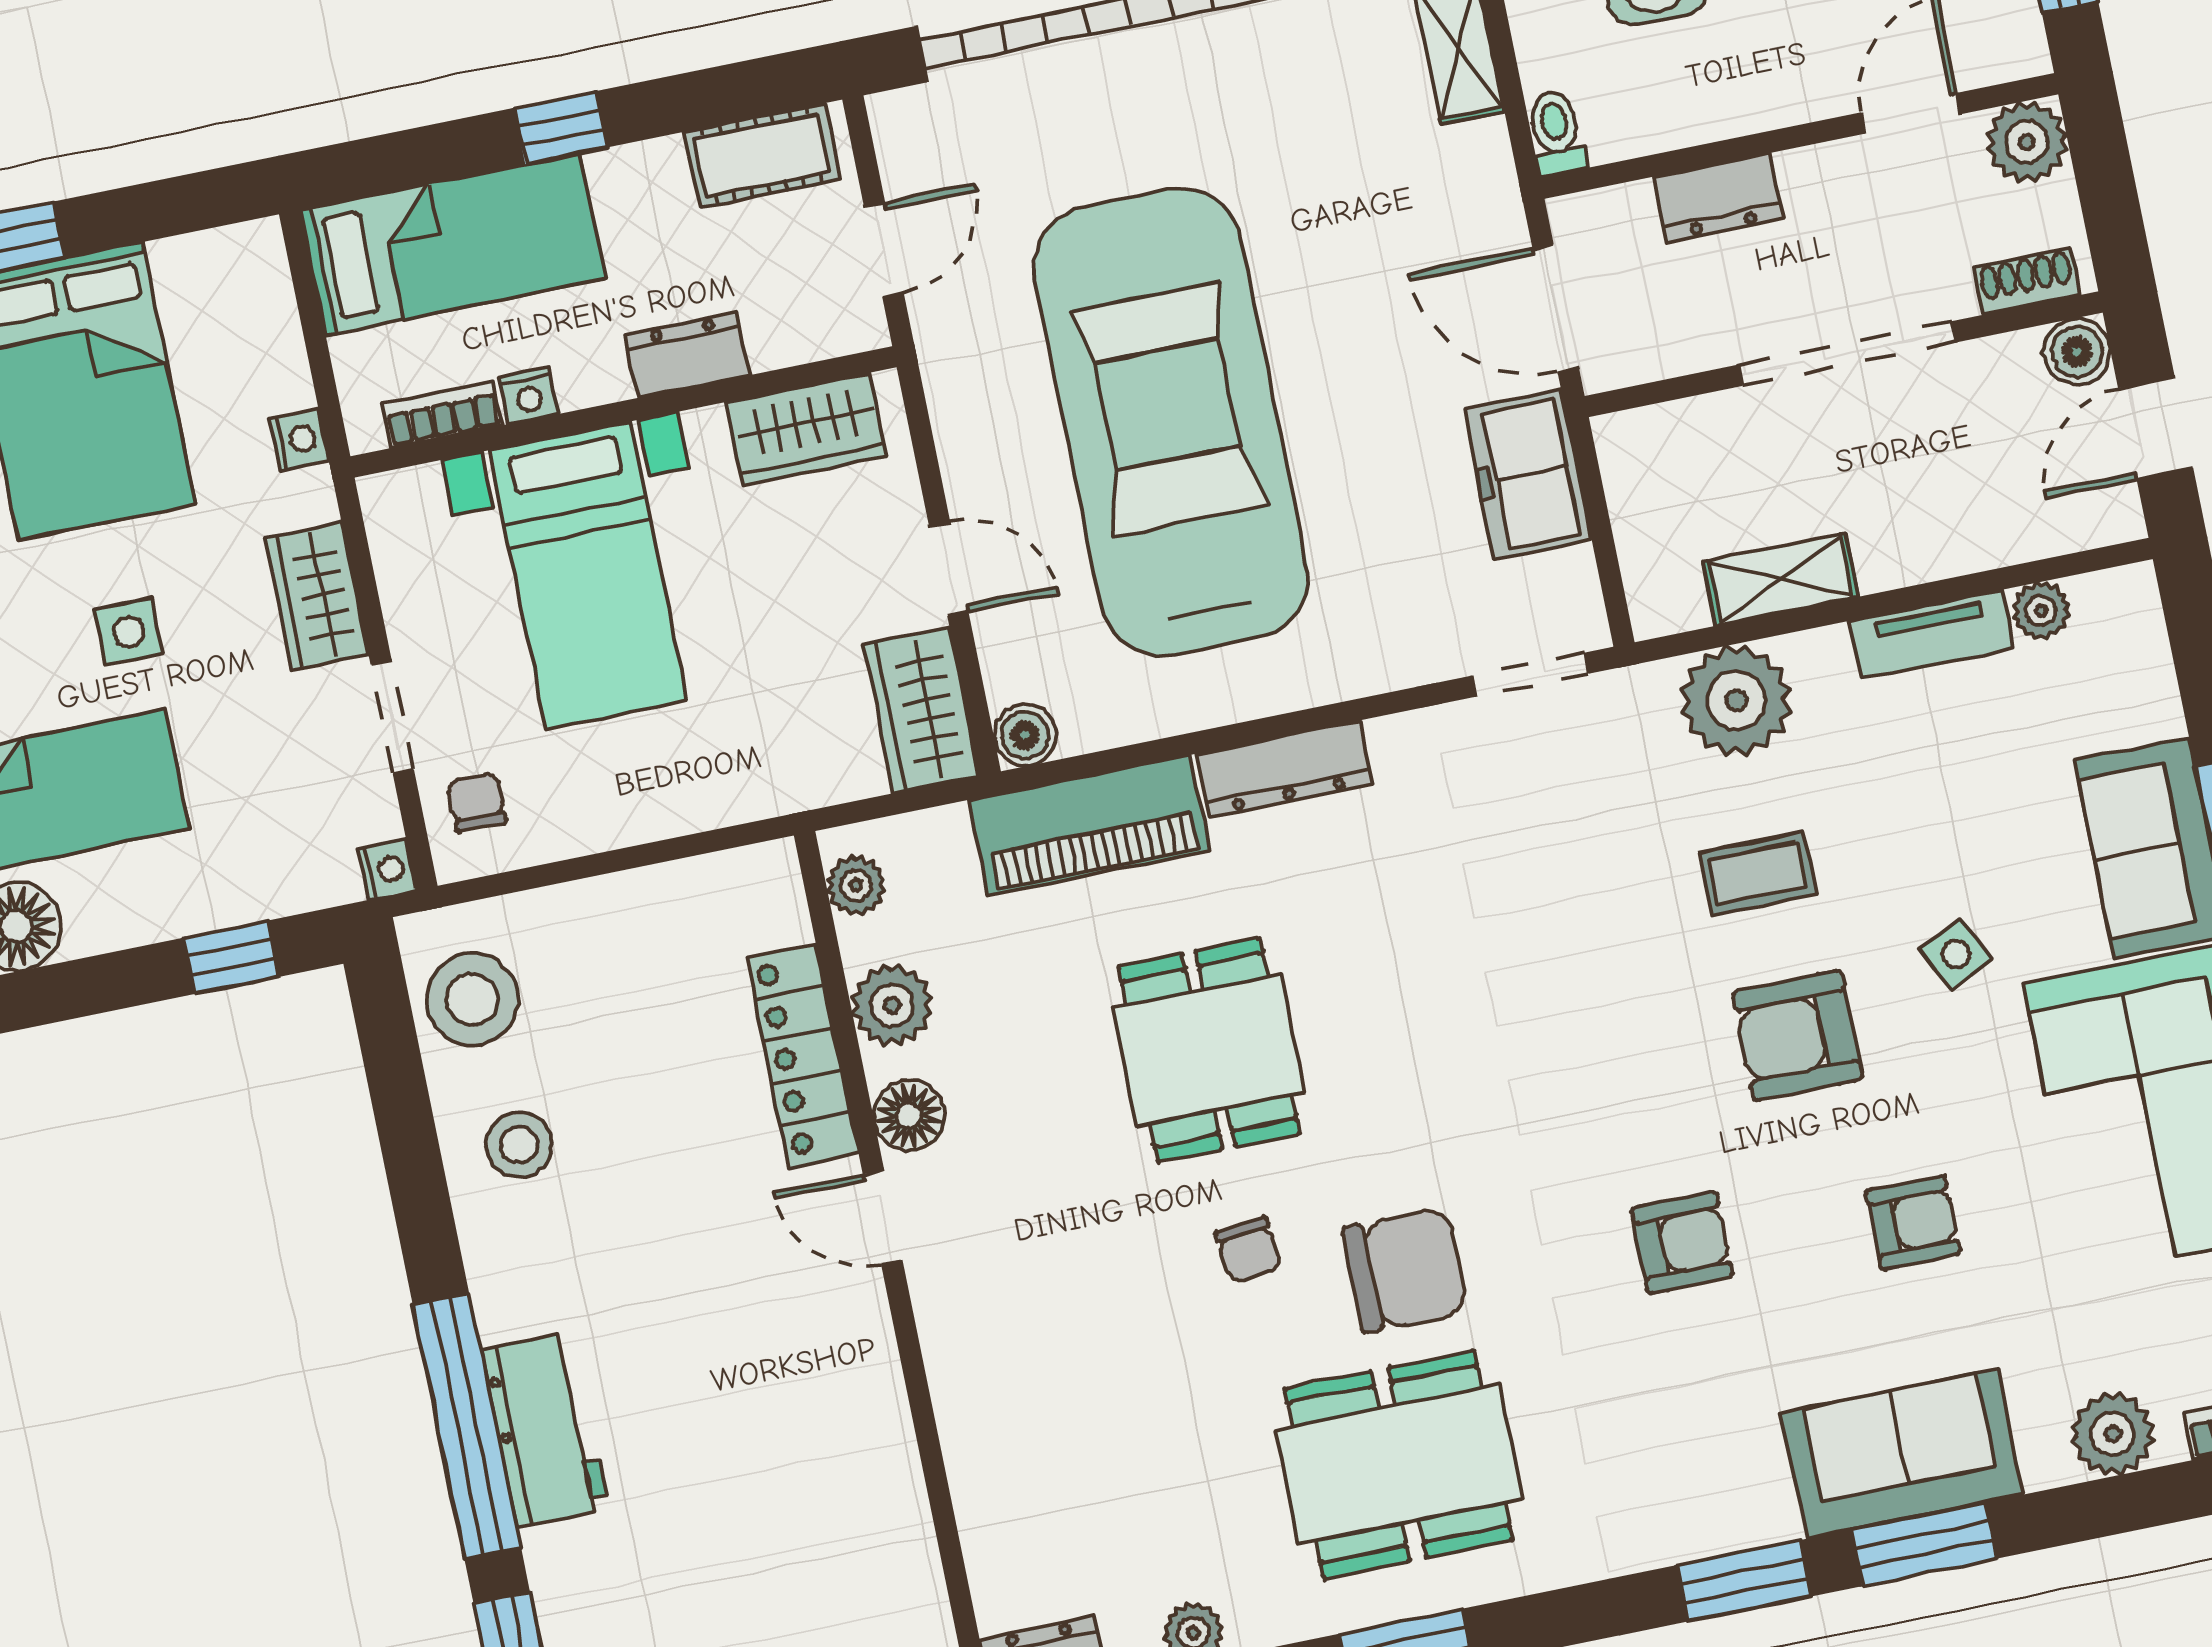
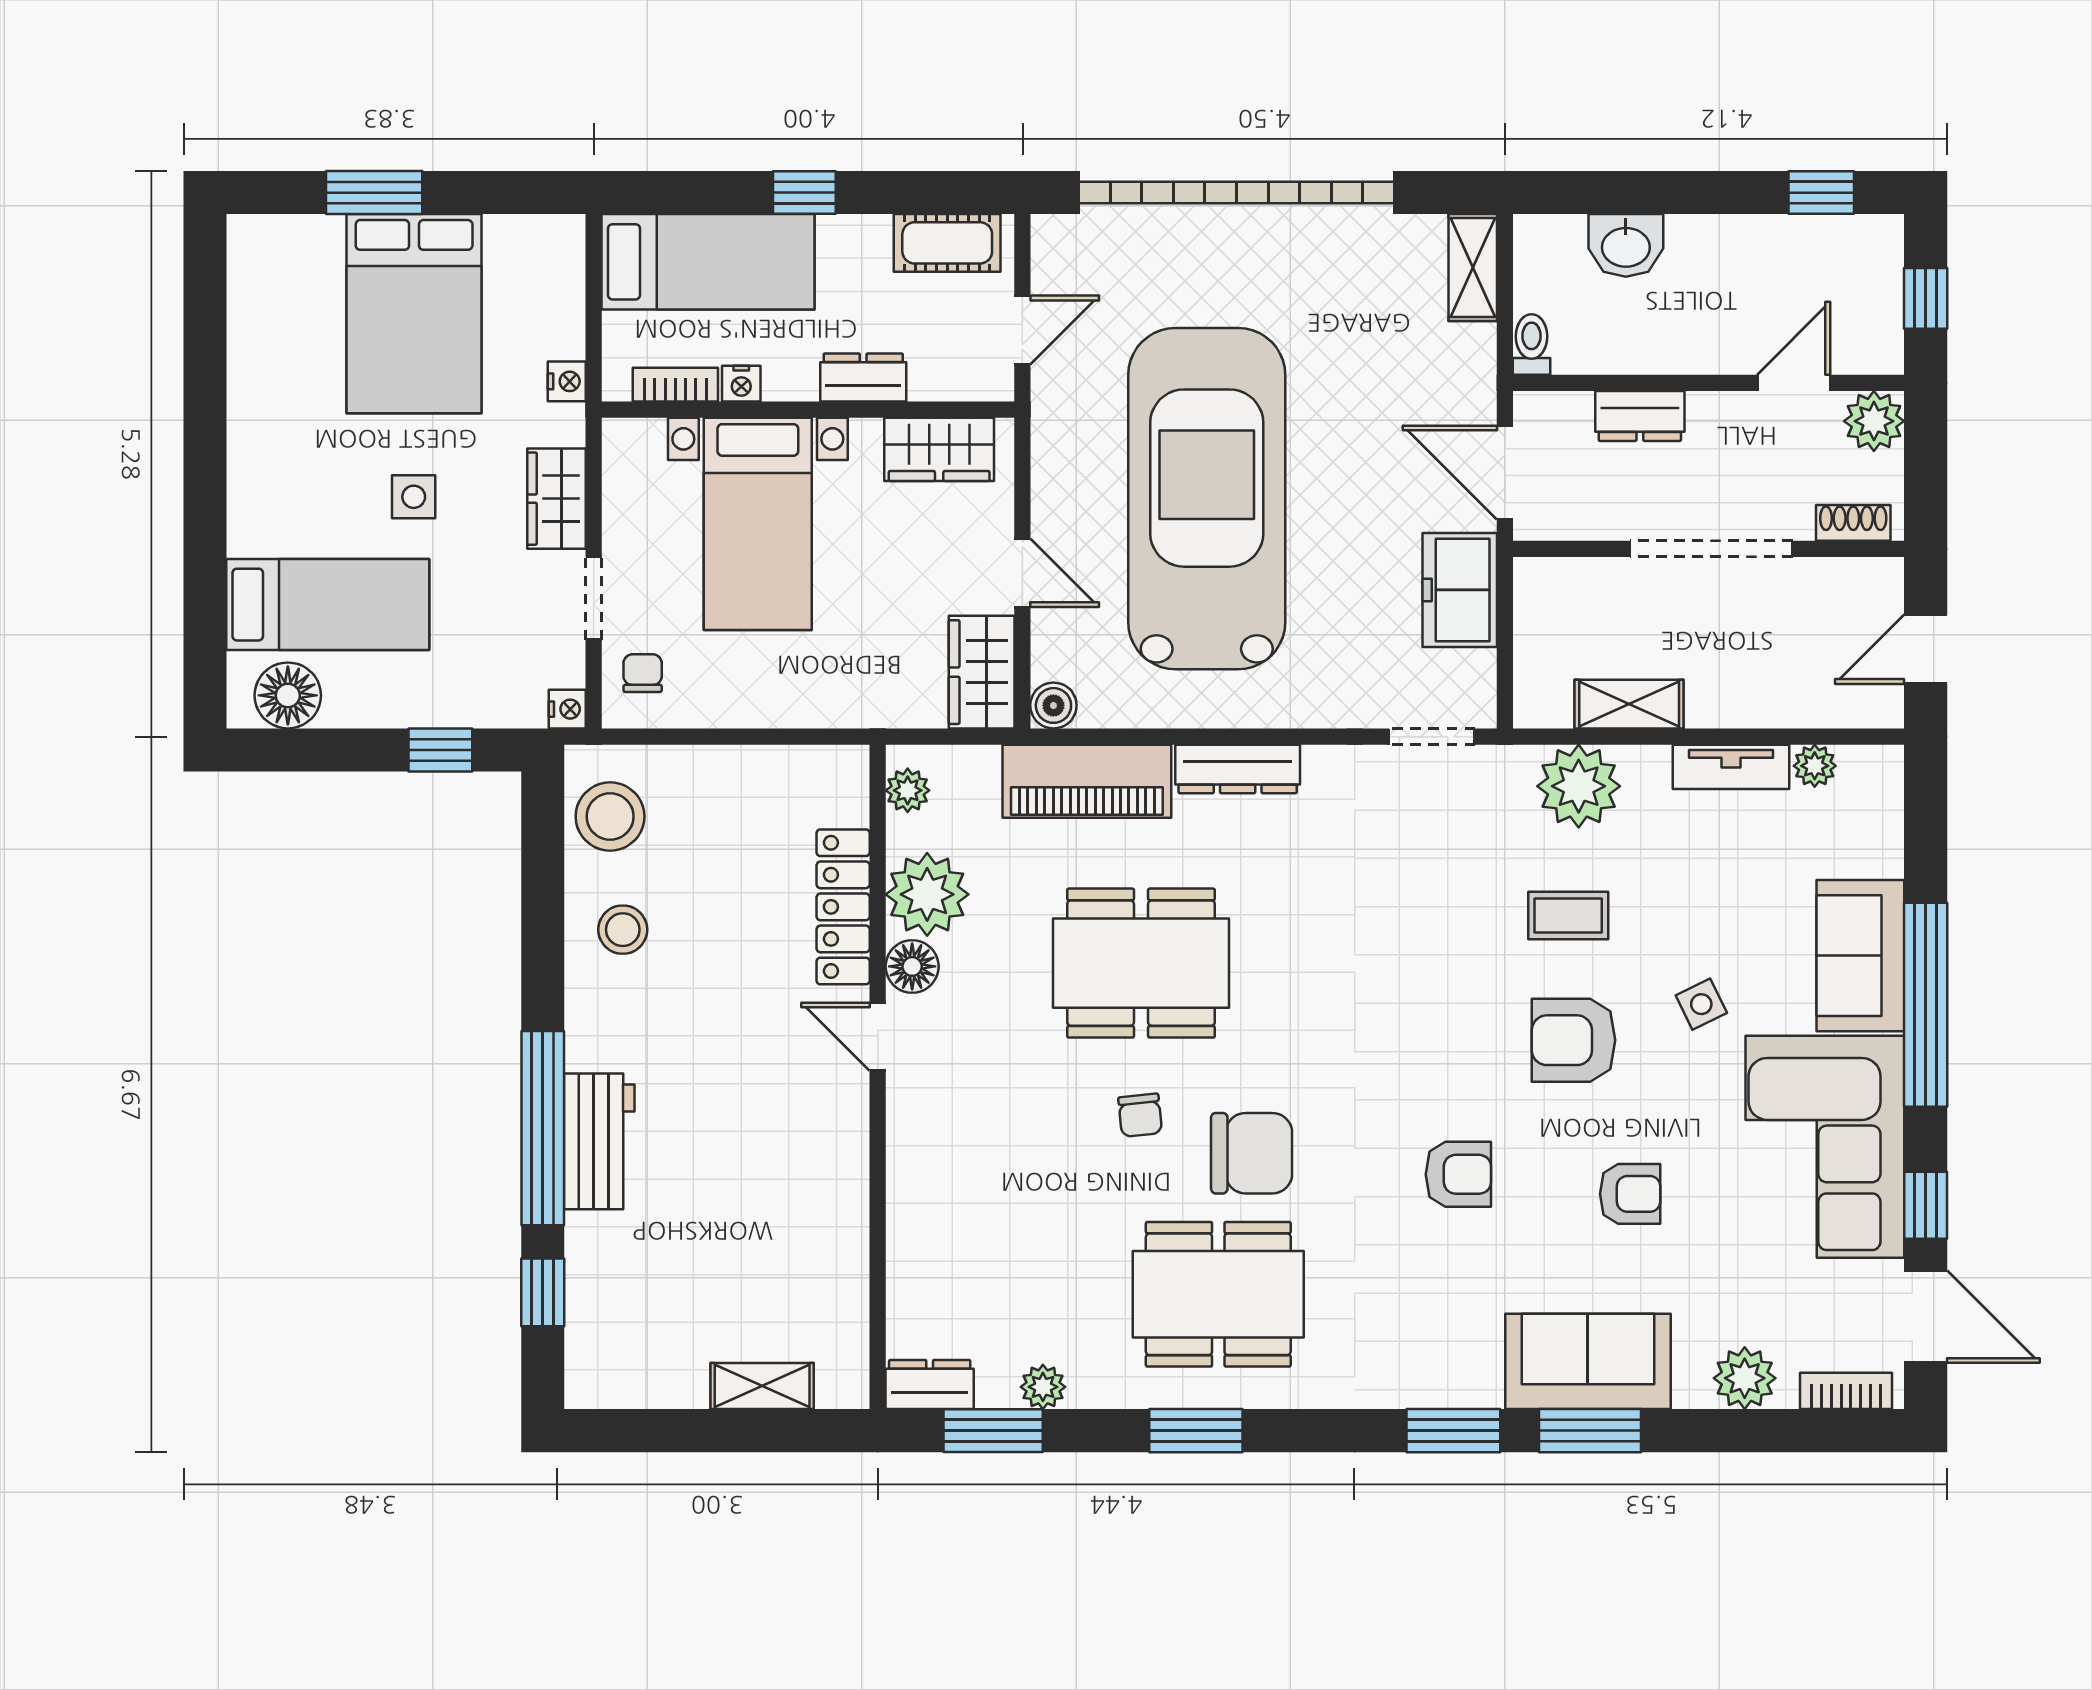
boiler: (2077, 352) -> (1879, 582), removed
plant: (892, 1005) -> (927, 894), width x1.36, depth x1.36
dining table: (1209, 1050) -> (1141, 963), width x1.37

